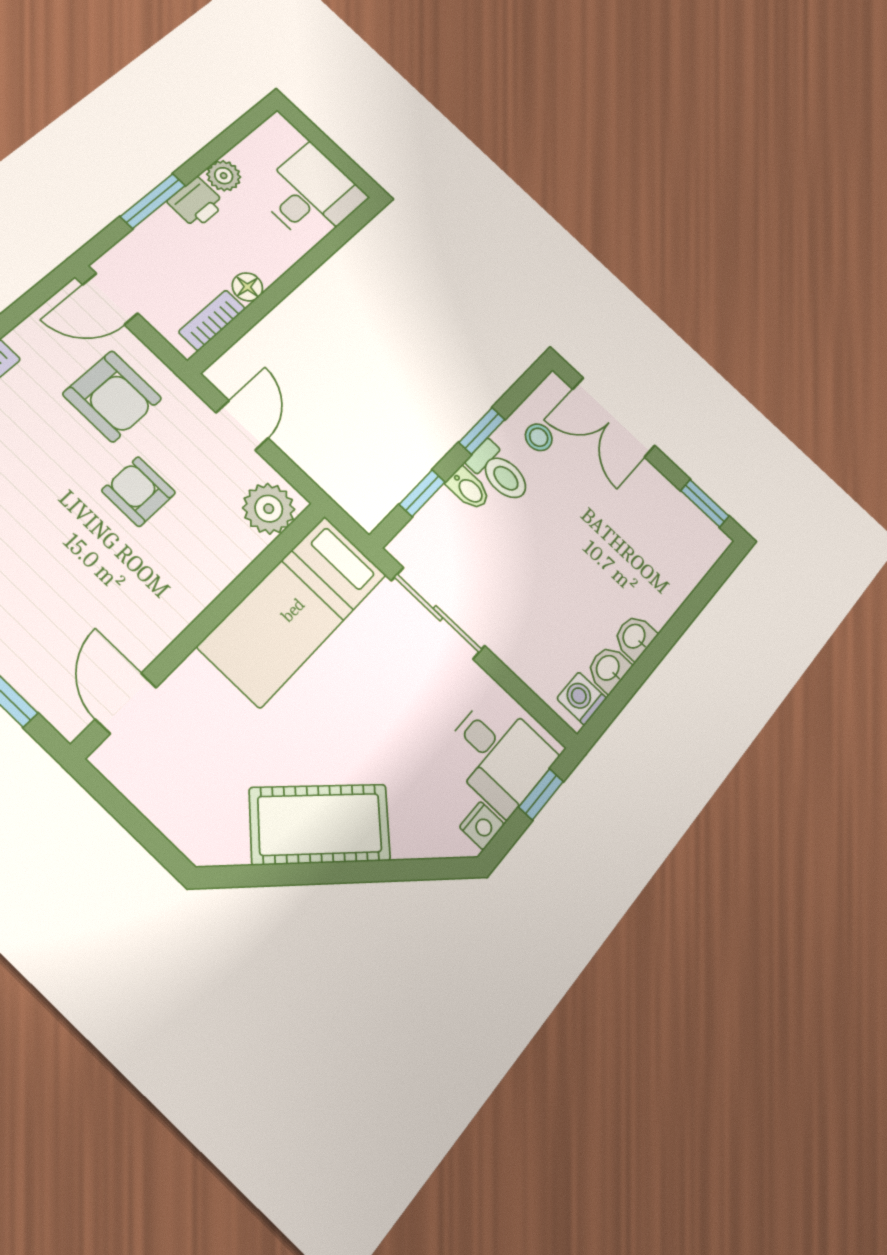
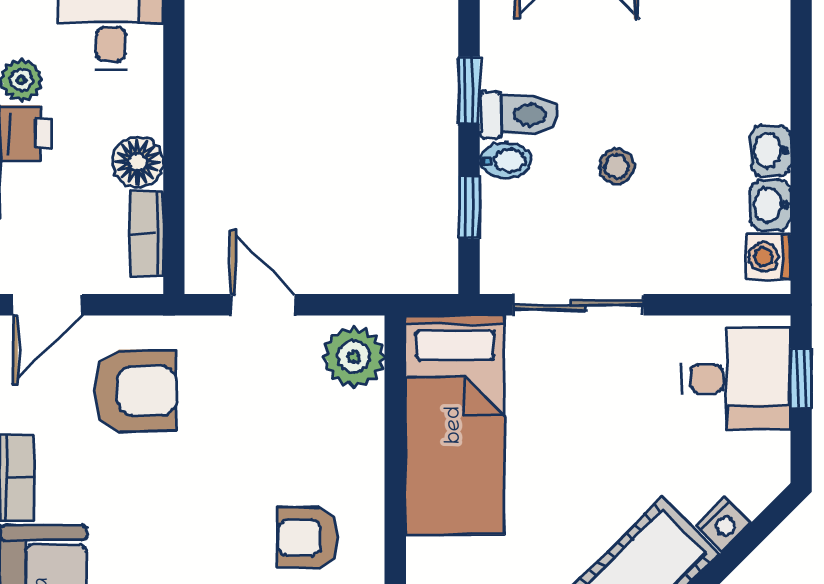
floor lamp: (247, 287) -> (138, 162), width x1.37, depth x1.37
stool: (539, 437) -> (617, 167), moved
armchair: (139, 492) -> (308, 538), moved
nightstand: (482, 826) -> (723, 524), moved, turned 45

